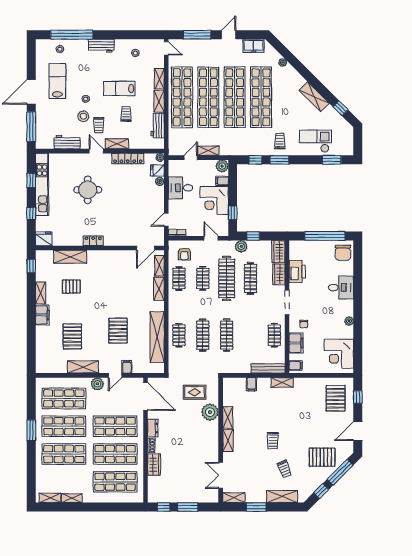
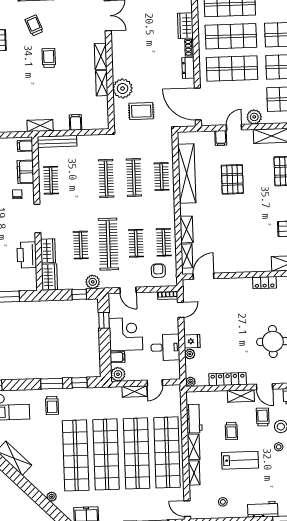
fridge: (157, 170) -> (192, 341), moved
clothes rail: (251, 278) -> (81, 245), width x0.73

